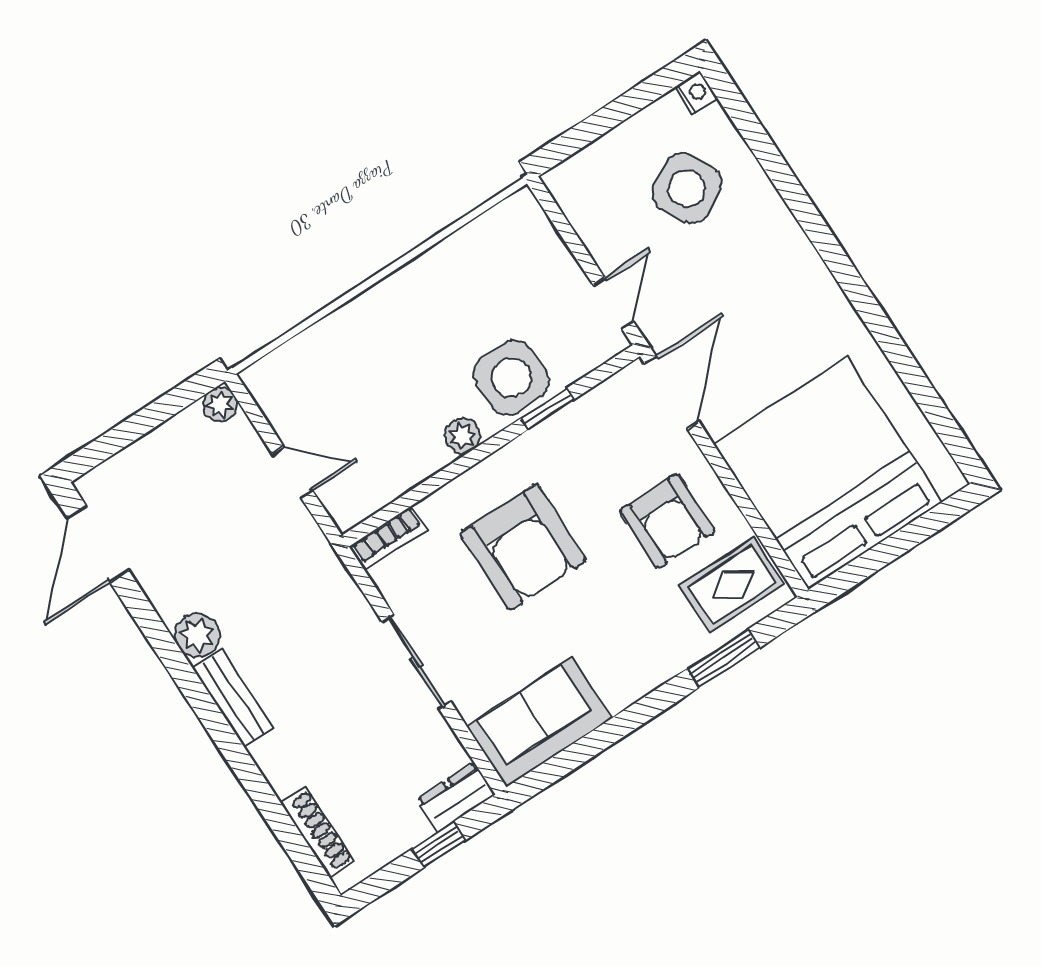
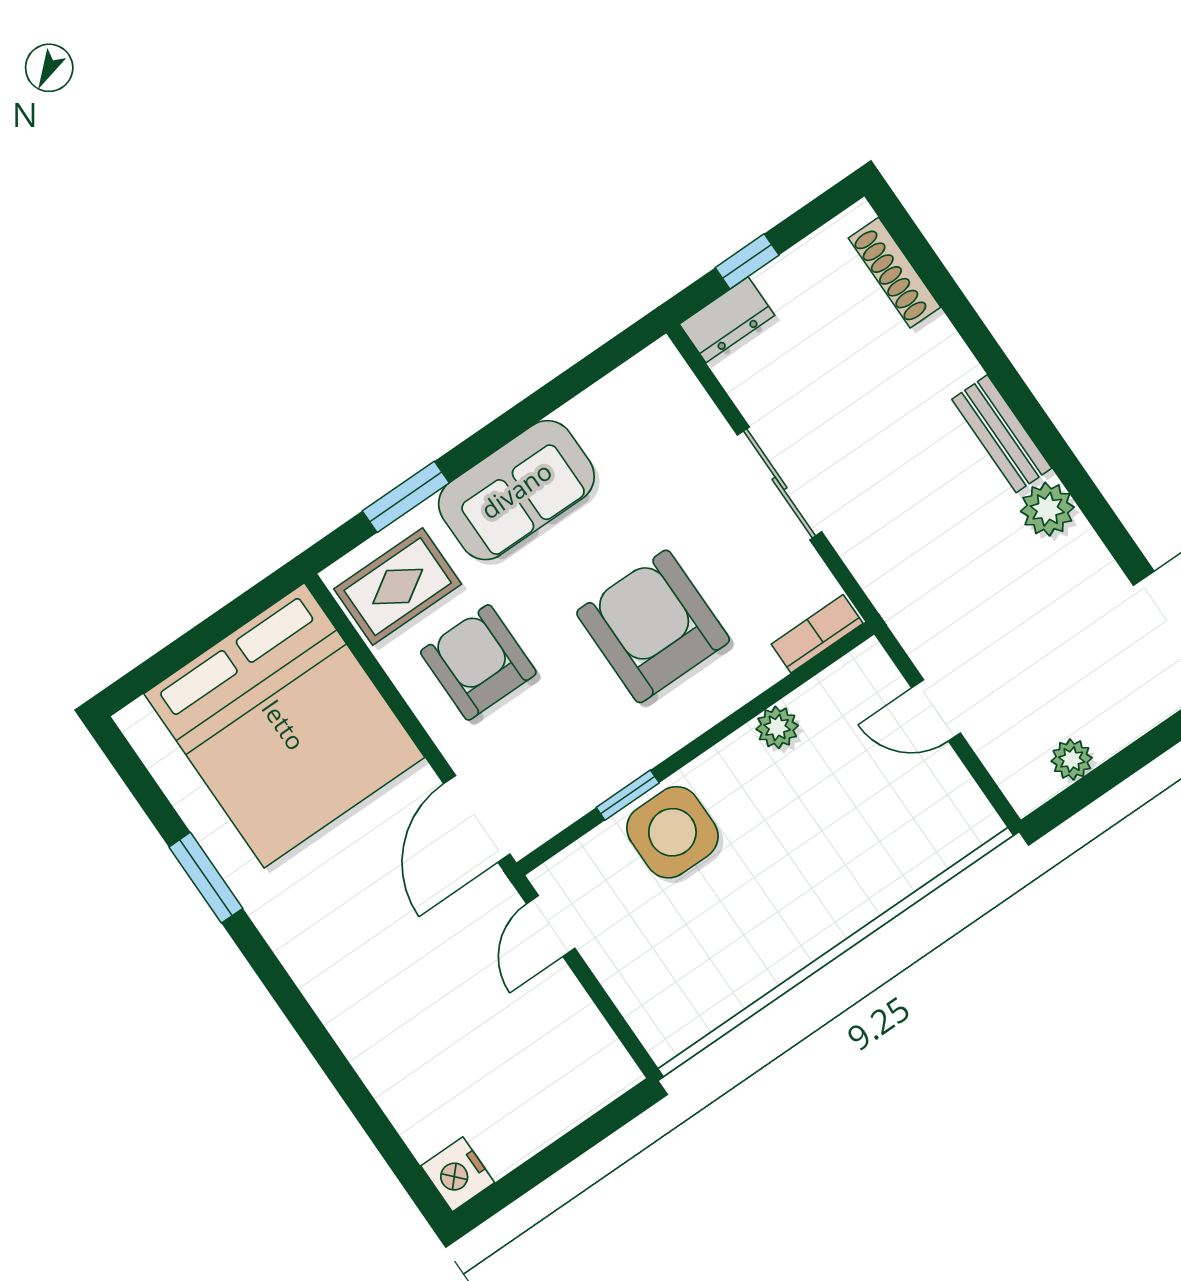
nightstand: (696, 93) -> (458, 1174), width x1.39, depth x1.35
side table: (687, 188) -> (464, 1068), removed
window: (895, 350) -> (206, 878), added
plant: (220, 404) -> (1072, 760), moved
plant: (463, 436) -> (777, 727), moved
sofa: (539, 723) -> (516, 490), moved

